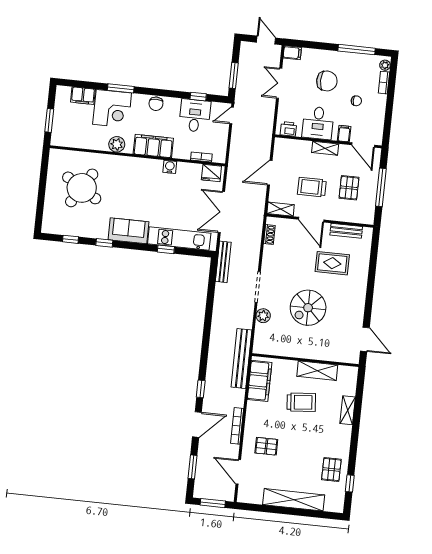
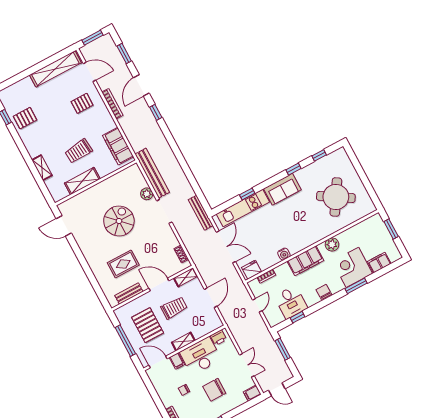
door: (232, 116) -> (257, 305), moved
desk: (318, 123) -> (200, 356), width x1.37
pallet: (349, 188) -> (148, 325), width x1.50, depth x1.42
bench: (241, 359) -> (152, 173), moved
pallet: (331, 470) -> (25, 118), turned 90
shelving: (294, 500) -> (55, 69), moved

